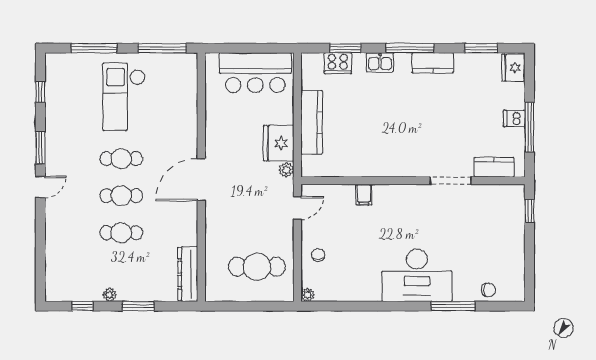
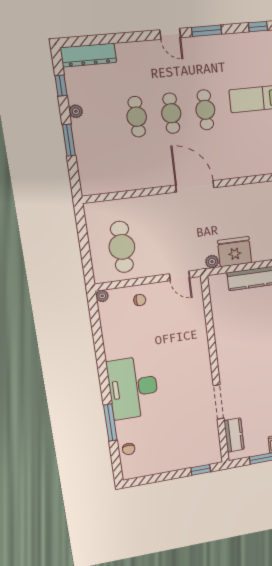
filing cabinet: (364, 195) -> (198, 332), removed
dresser: (188, 274) -> (88, 55), moved, turned 180

